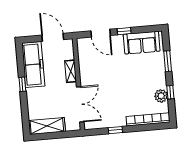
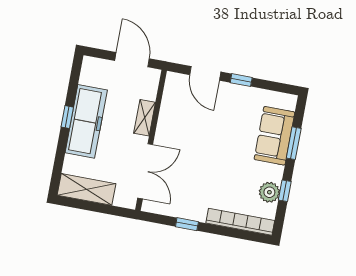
sofa: (142, 43) -> (274, 136), moved, turned 90
freezer: (33, 64) -> (86, 121), moved

